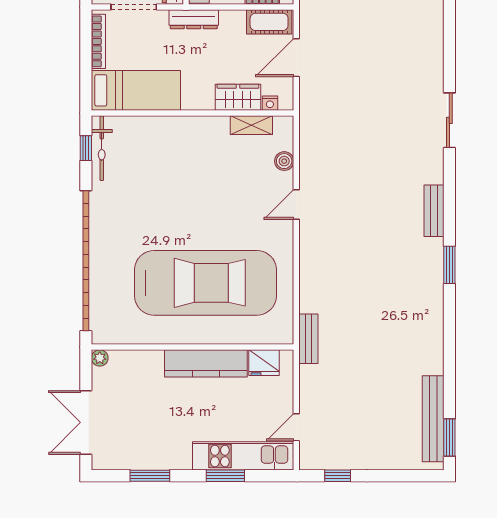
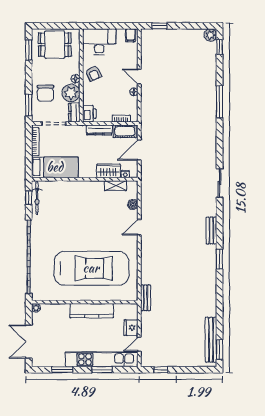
dresser: (194, 19) -> (99, 130), moved
fridge: (264, 363) -> (131, 328), moved, turned 90
kitchen unit: (243, 456) -> (102, 359), width x1.36

